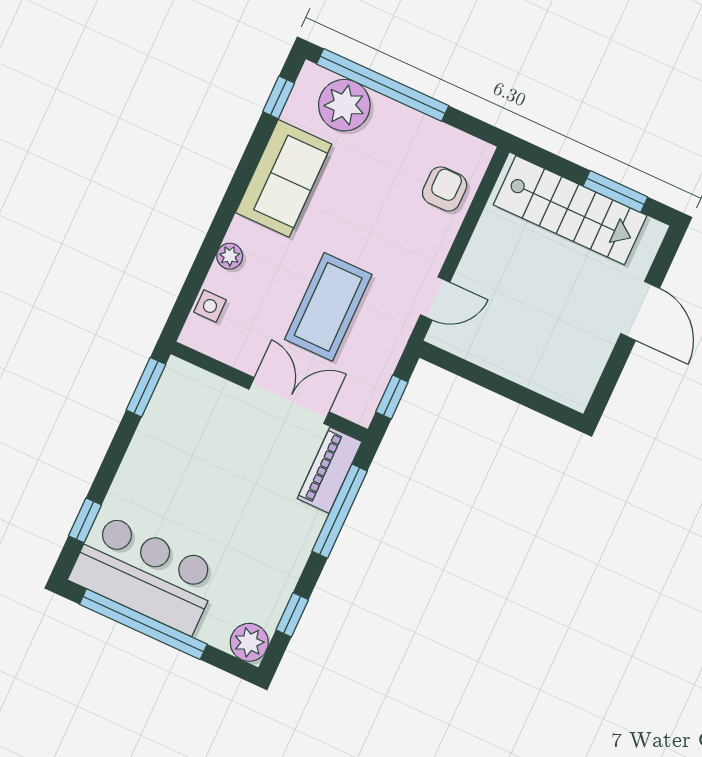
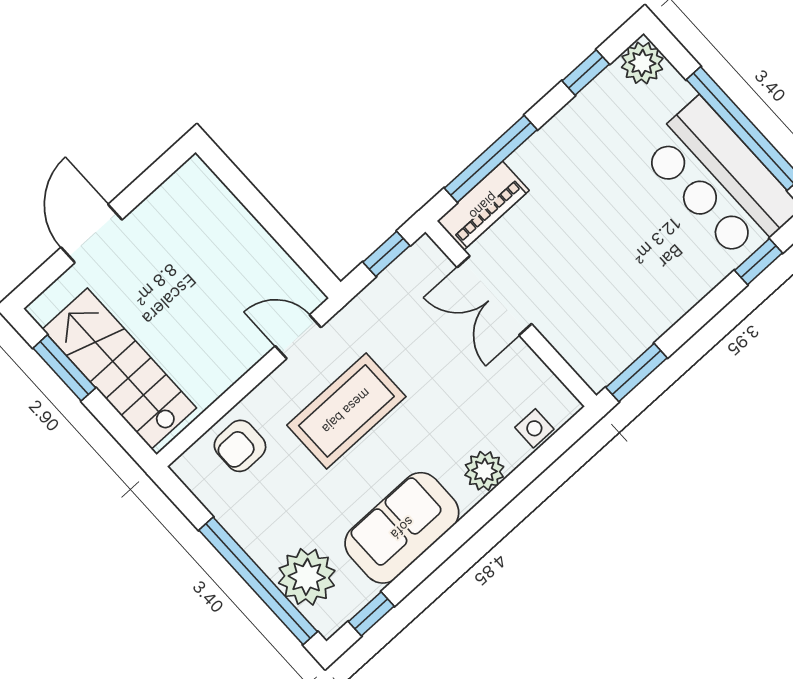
plant: (230, 256) -> (484, 471), width x1.38, depth x1.38
coffee table: (328, 307) -> (346, 411), moved

